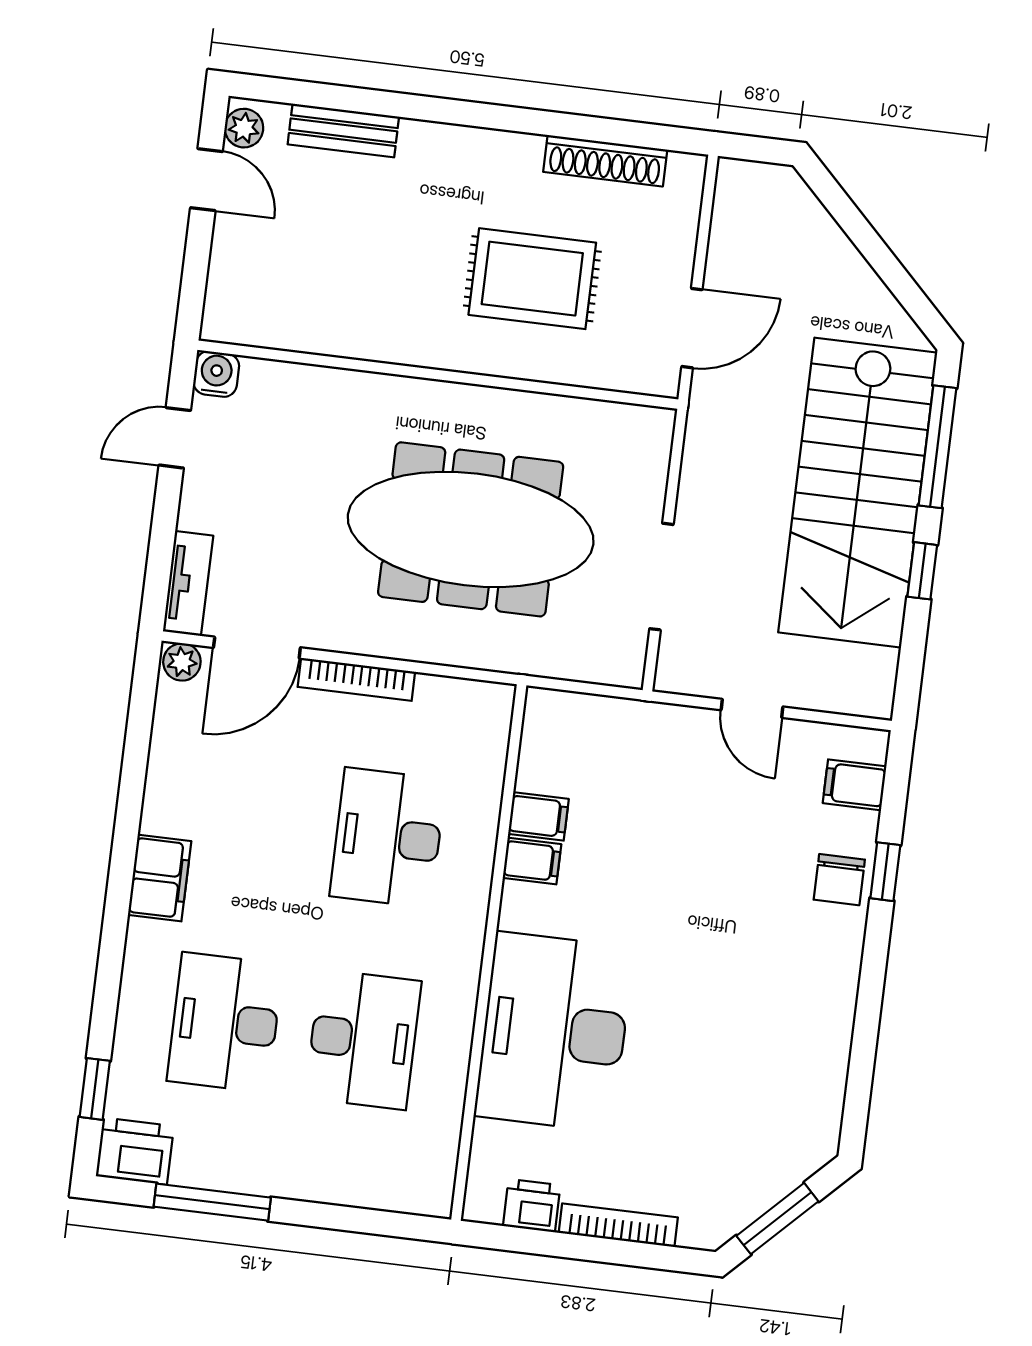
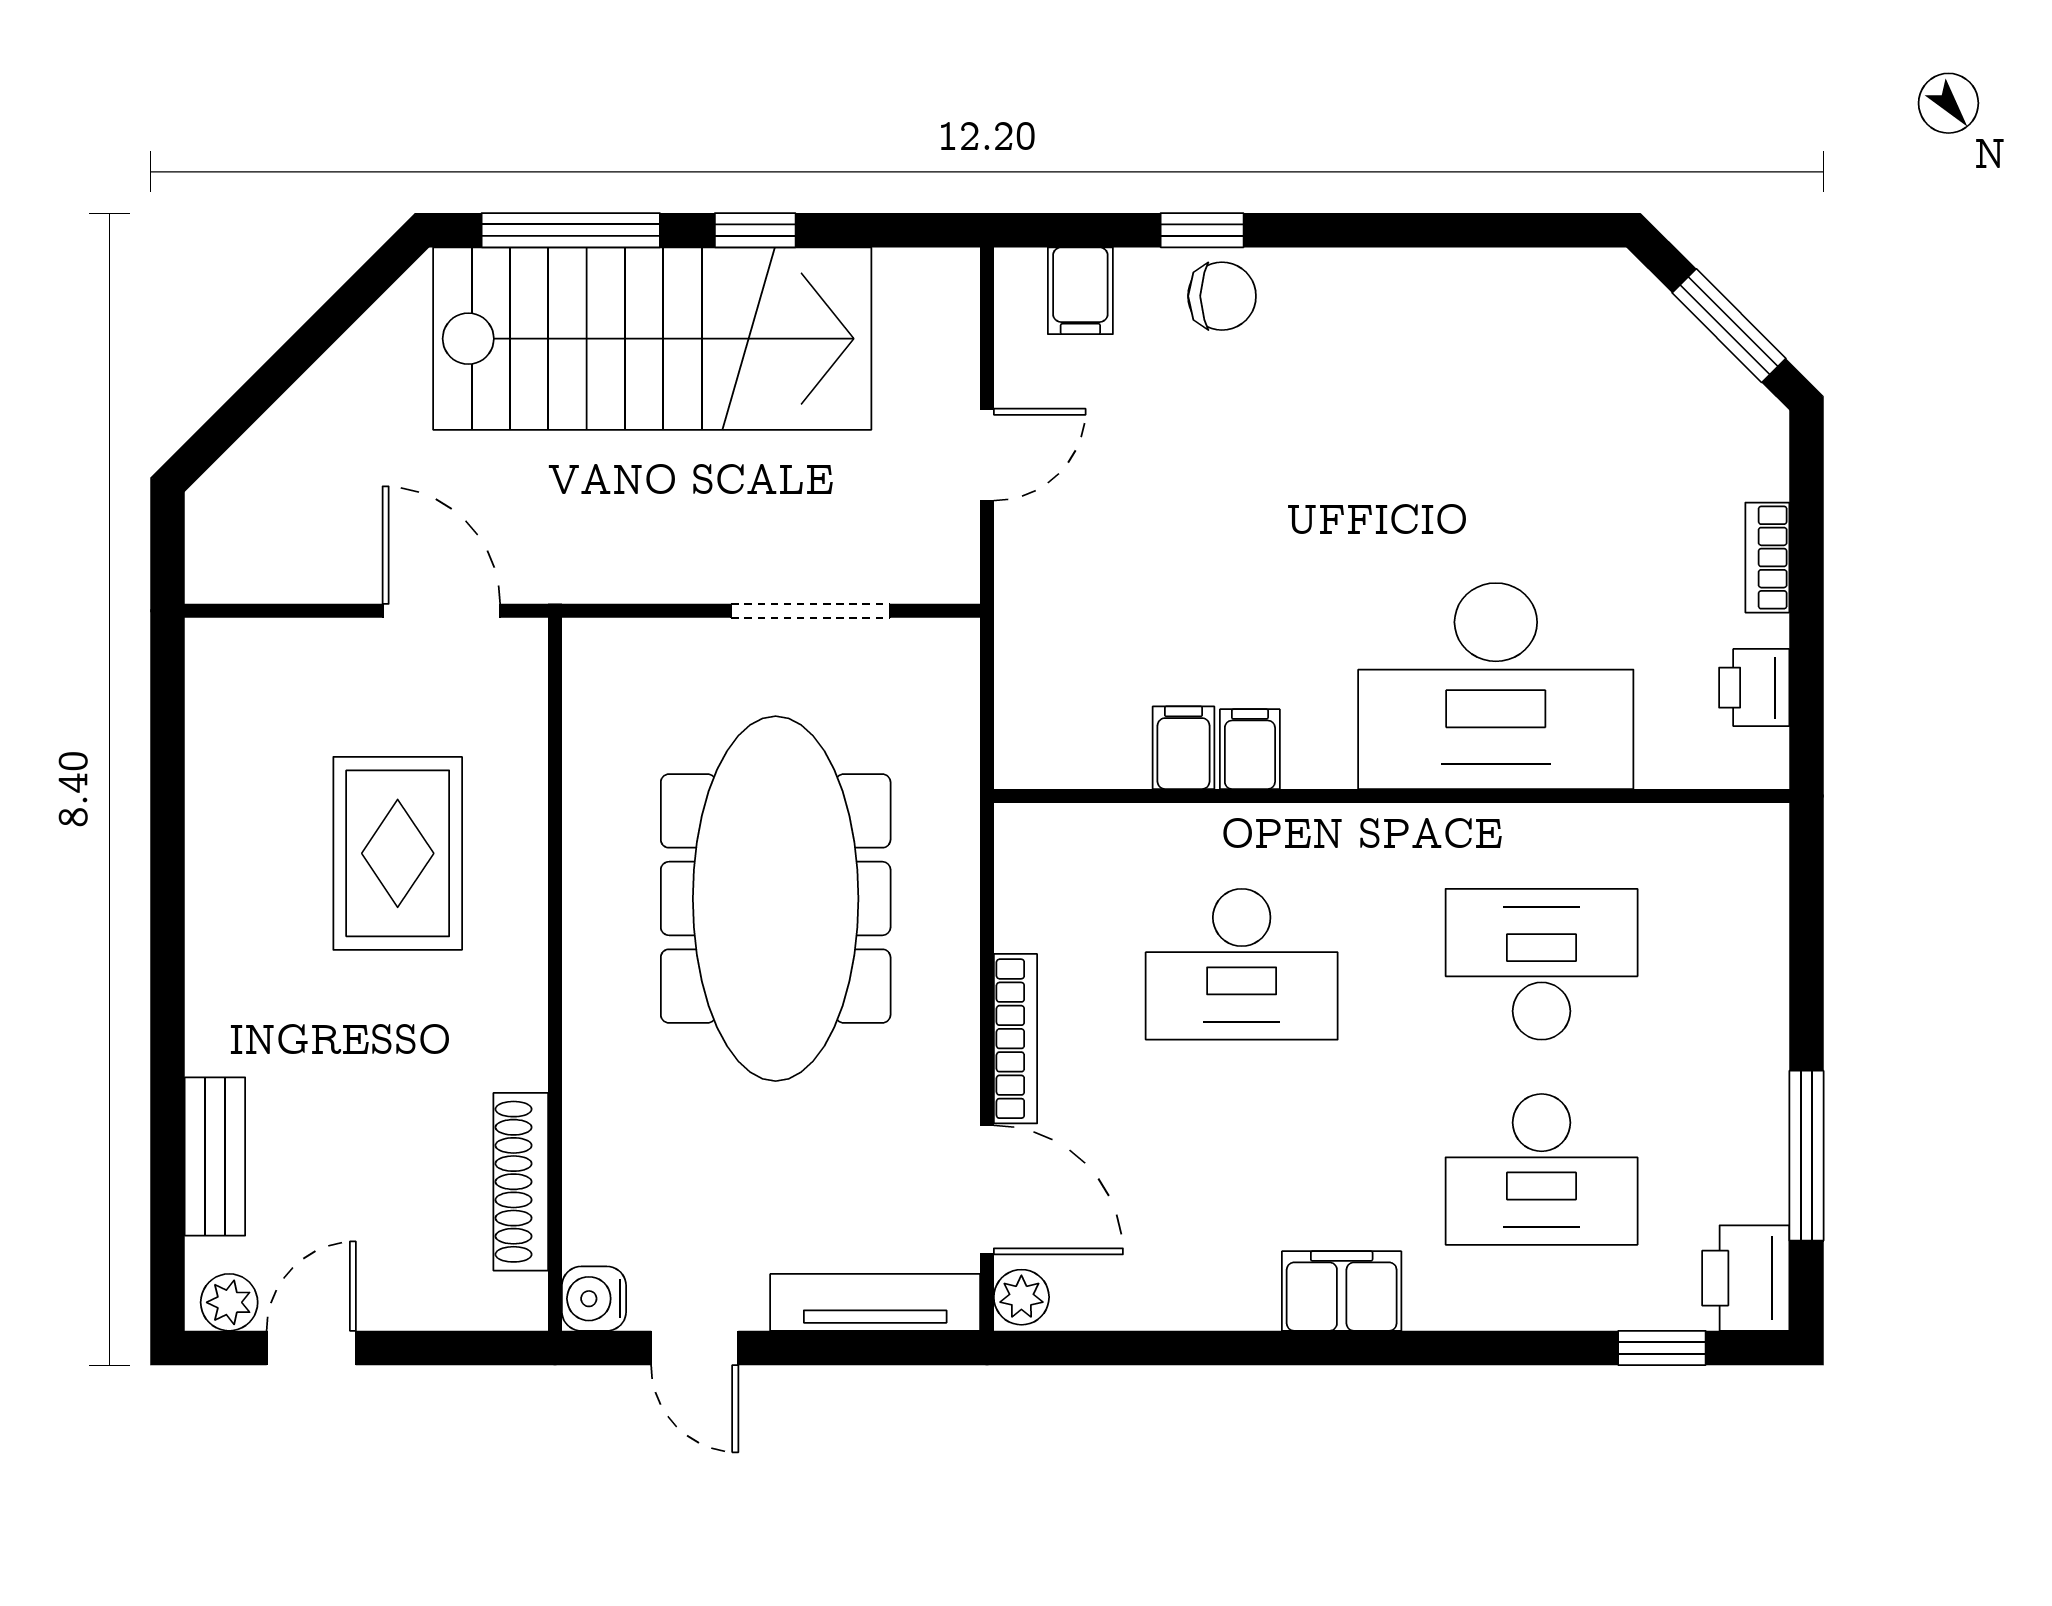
shoe rack: (605, 161) -> (521, 1182), moved, turned 180
tv unit: (188, 584) -> (875, 1302), width x1.41
bookcase: (618, 1225) -> (1767, 558), width x0.64

